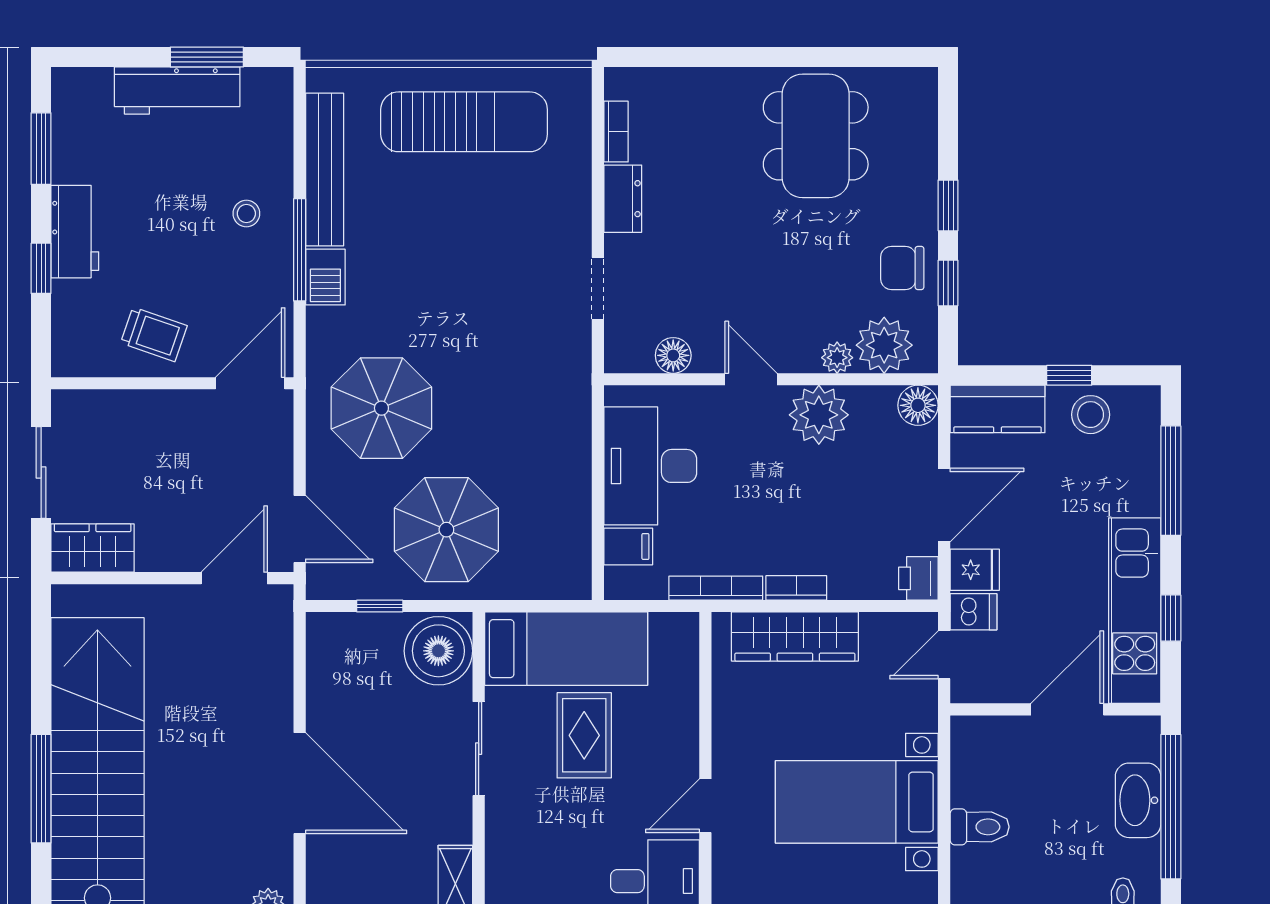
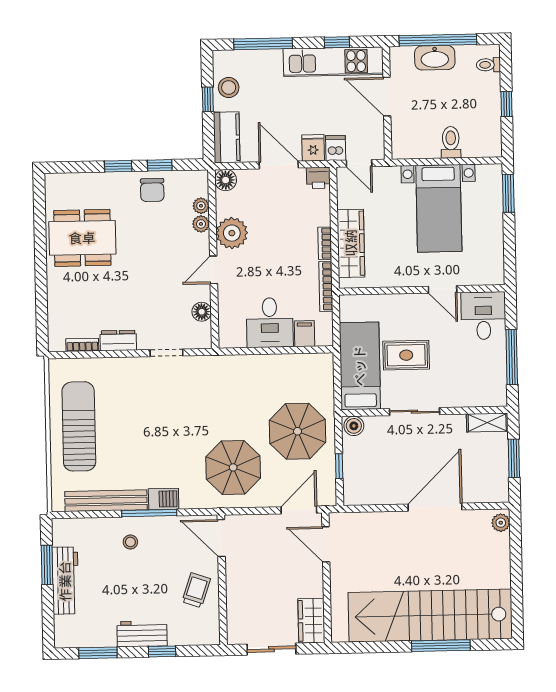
plant: (884, 345) -> (201, 206), width x0.53, depth x0.53
desk: (650, 466) -> (270, 323), width x0.73
boiler: (438, 651) -> (354, 426), width x0.54, depth x0.54

